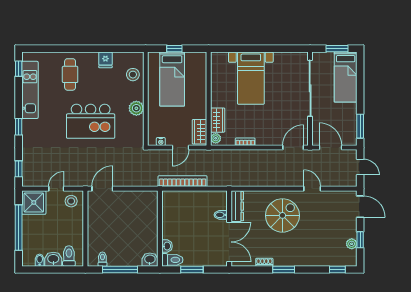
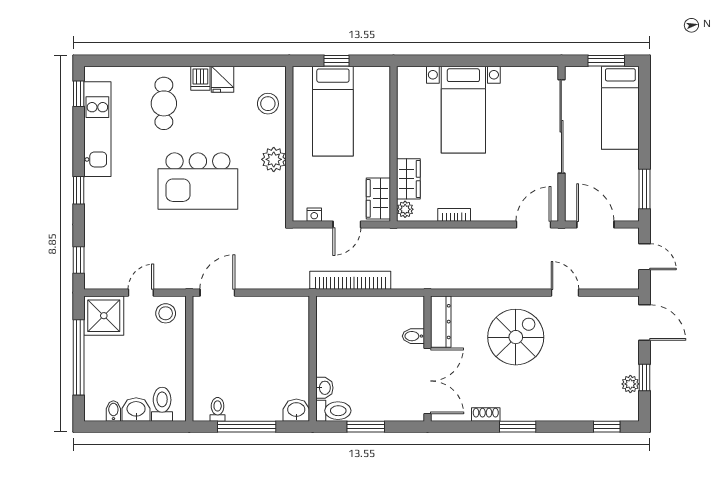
dishwasher: (92, 59) -> (200, 78), added

